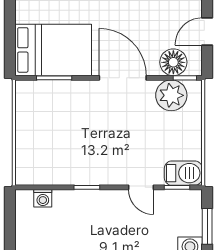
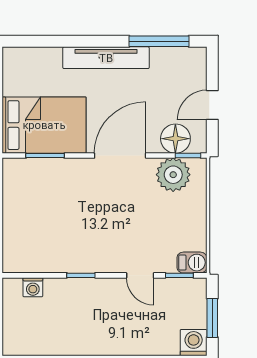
door: (123, 78) -> (120, 156), hinge flipped
barbecue: (183, 173) -> (192, 263), width x0.73, depth x0.79

